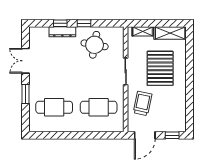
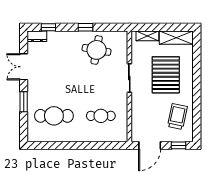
window: (60, 23) -> (48, 27), moved
dresser: (62, 32) -> (37, 36), moved, width x0.70
trolley: (143, 103) -> (177, 116), moved
cafe table: (99, 107) -> (101, 116), width x0.73, depth x0.74

